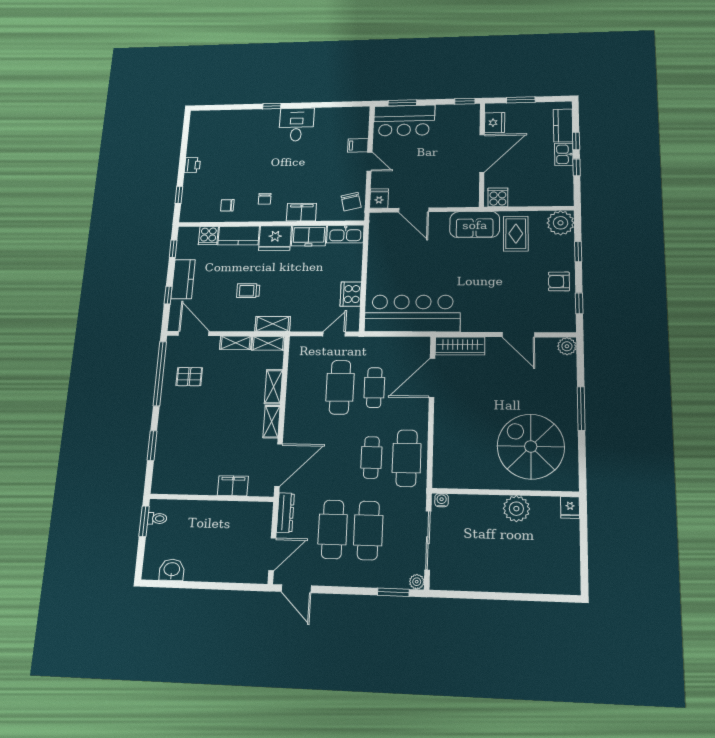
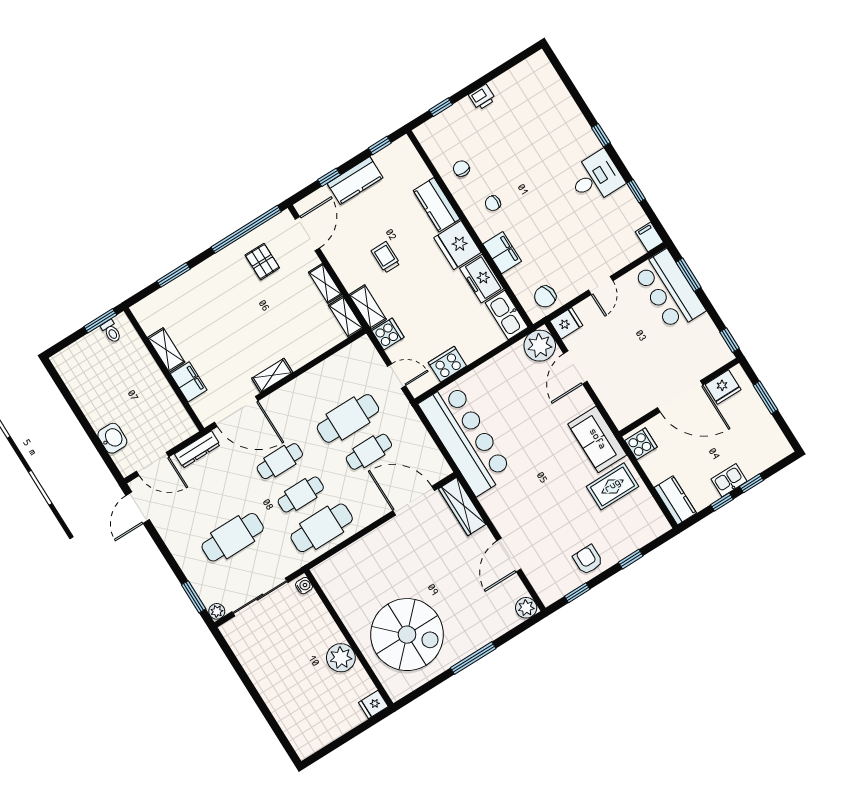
window: (324, 105) -> (636, 191), added
kitchen counter: (563, 125) -> (675, 500), moved, turned 90
filing cabinet: (358, 145) -> (649, 237), moved
plant: (561, 223) -> (540, 346), moved
cooker: (208, 236) -> (388, 334), moved, turned 180
shelving: (273, 387) -> (166, 350), moved, turned 90
spiral stairs: (531, 446) -> (407, 635), turned 90
cafe table: (333, 529) -> (280, 461), moved, width x0.73, depth x0.74
washbasin: (172, 570) -> (112, 438), moved

